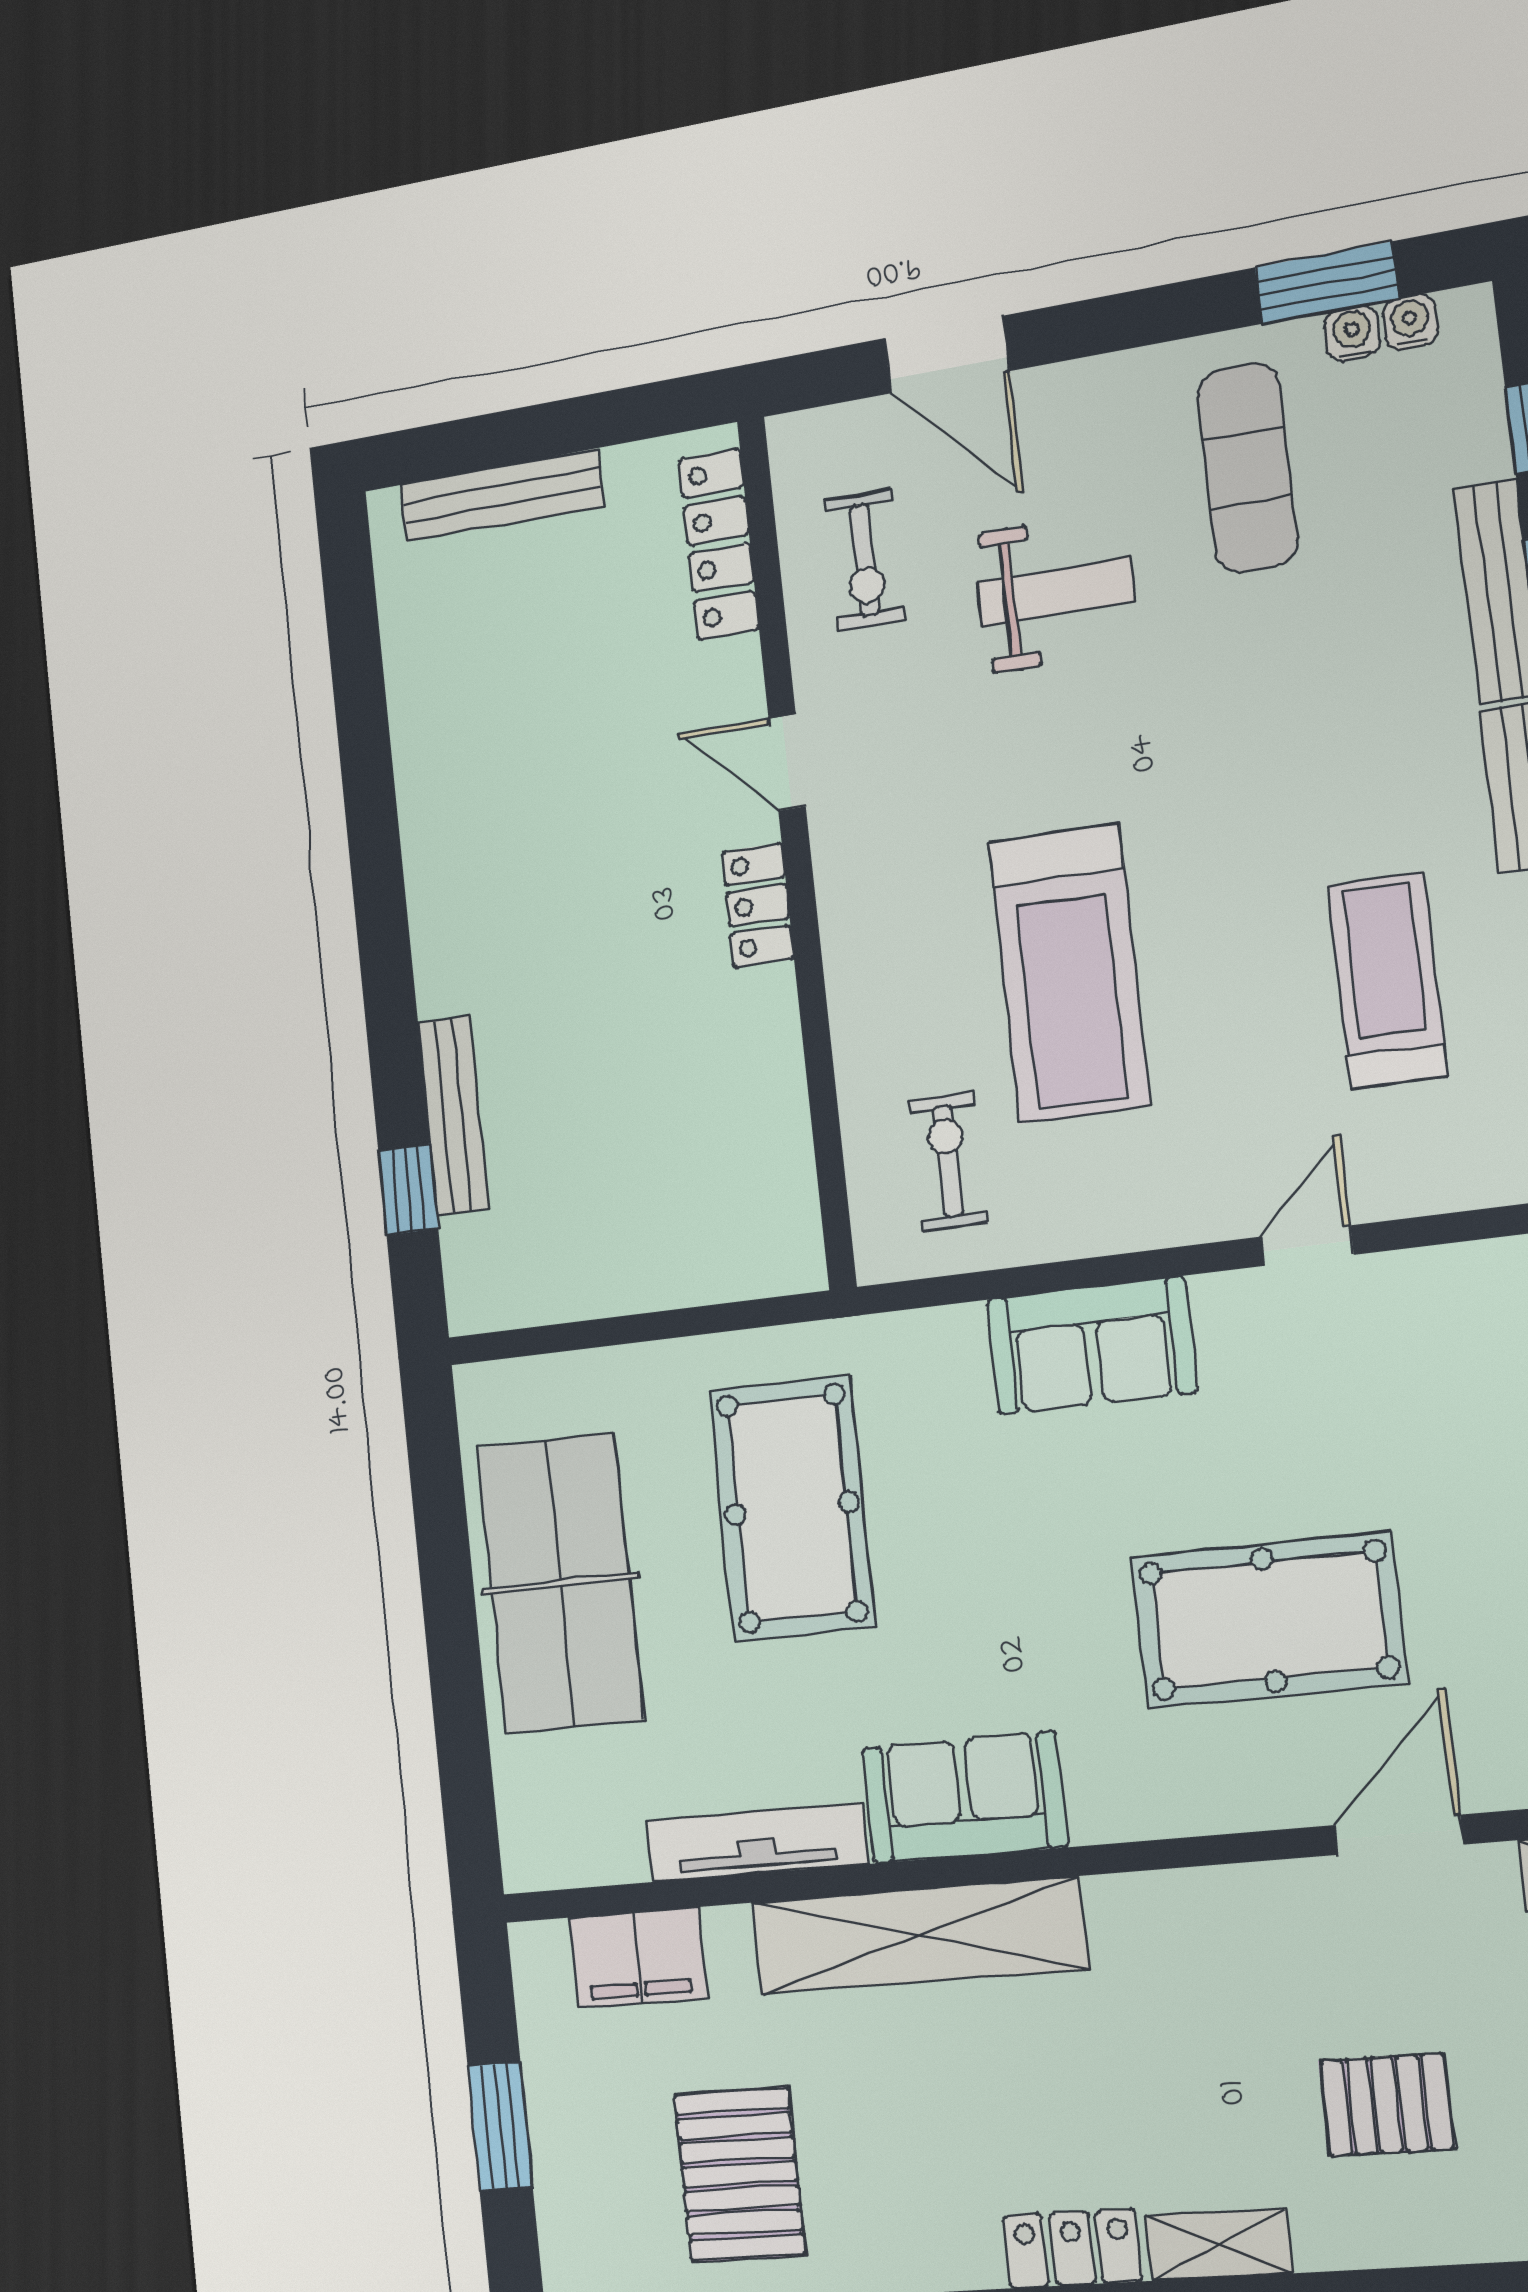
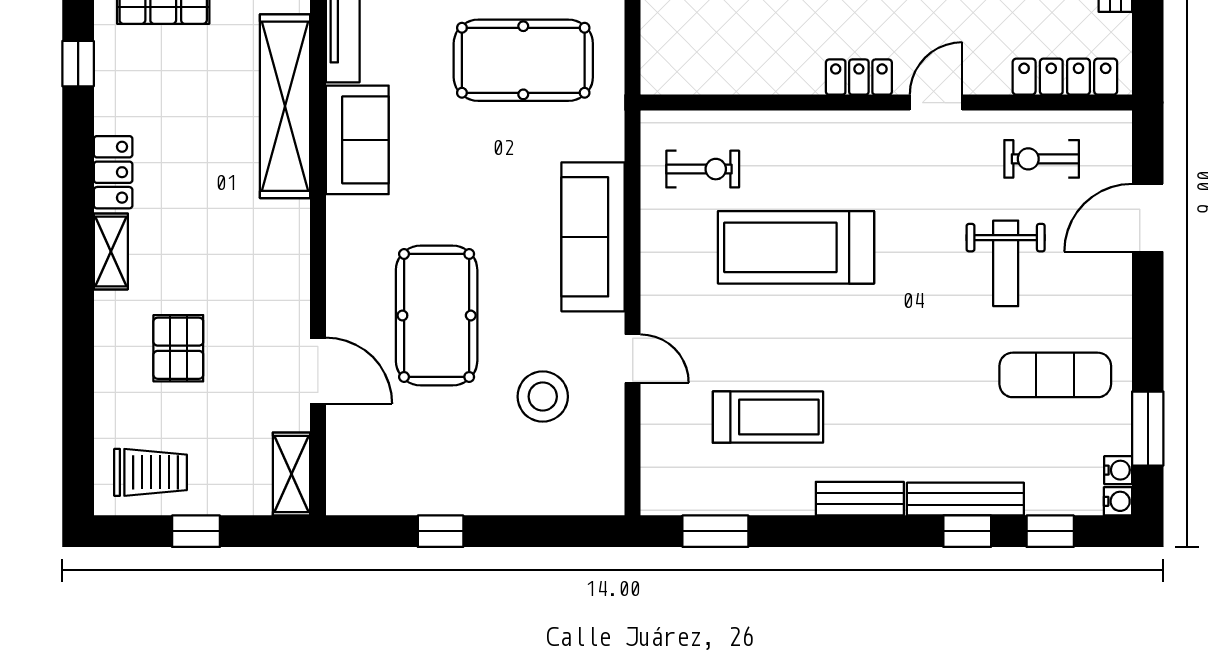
water cooler: (1352, 333) -> (1118, 501), moved
sofa: (1092, 1346) -> (593, 237), width x1.36
stool: (1398, 1405) -> (543, 397), added

